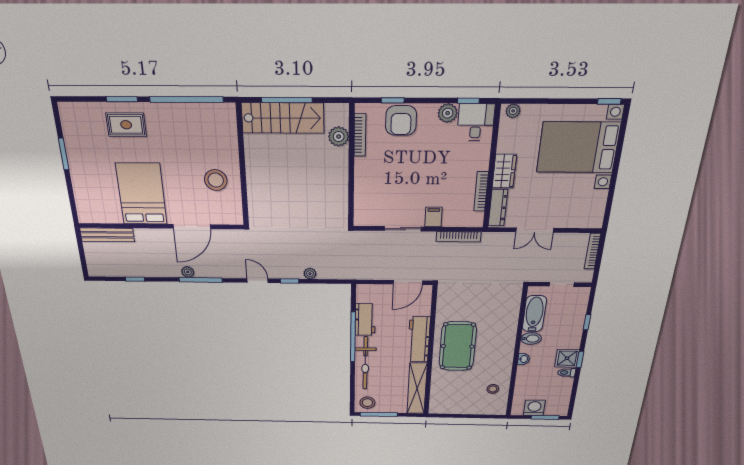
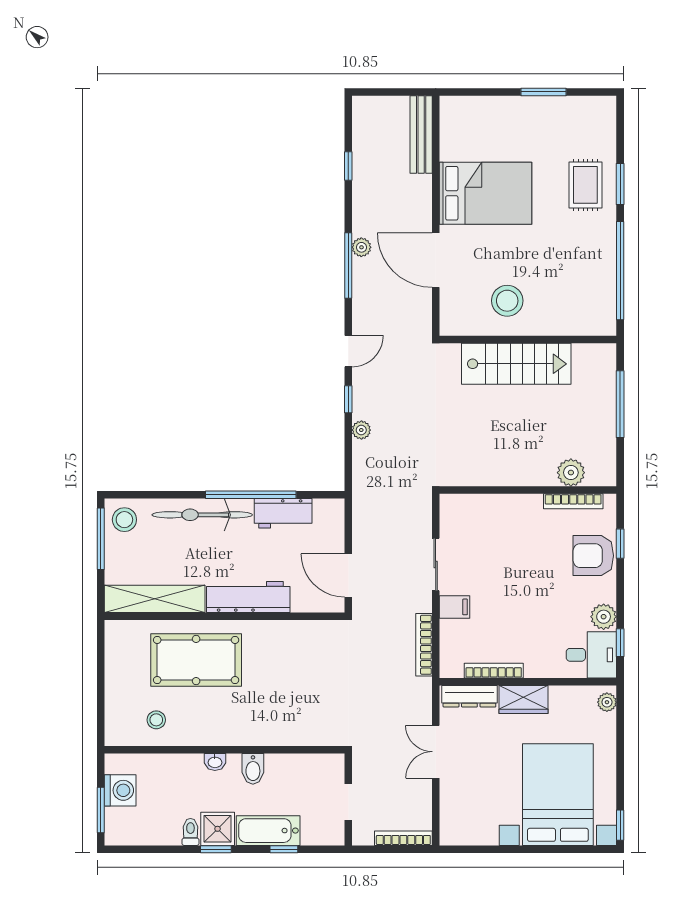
stairs: (283, 118) -> (516, 364), moved, turned -90
bathtub: (534, 314) -> (268, 831), moved, turned 180
pool table: (458, 346) -> (196, 660), moved

